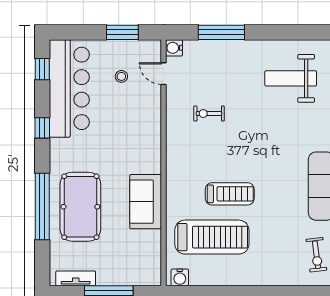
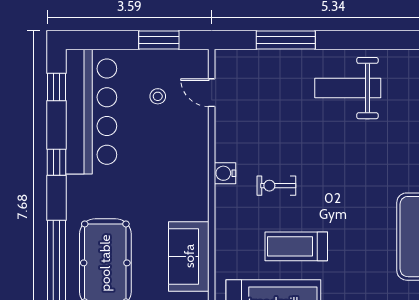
water cooler: (174, 48) -> (225, 173), moved
weight bench: (291, 78) -> (348, 88), moved
exercise bike: (209, 114) -> (276, 186), moved
treadmill: (230, 194) -> (296, 246), turned 180

